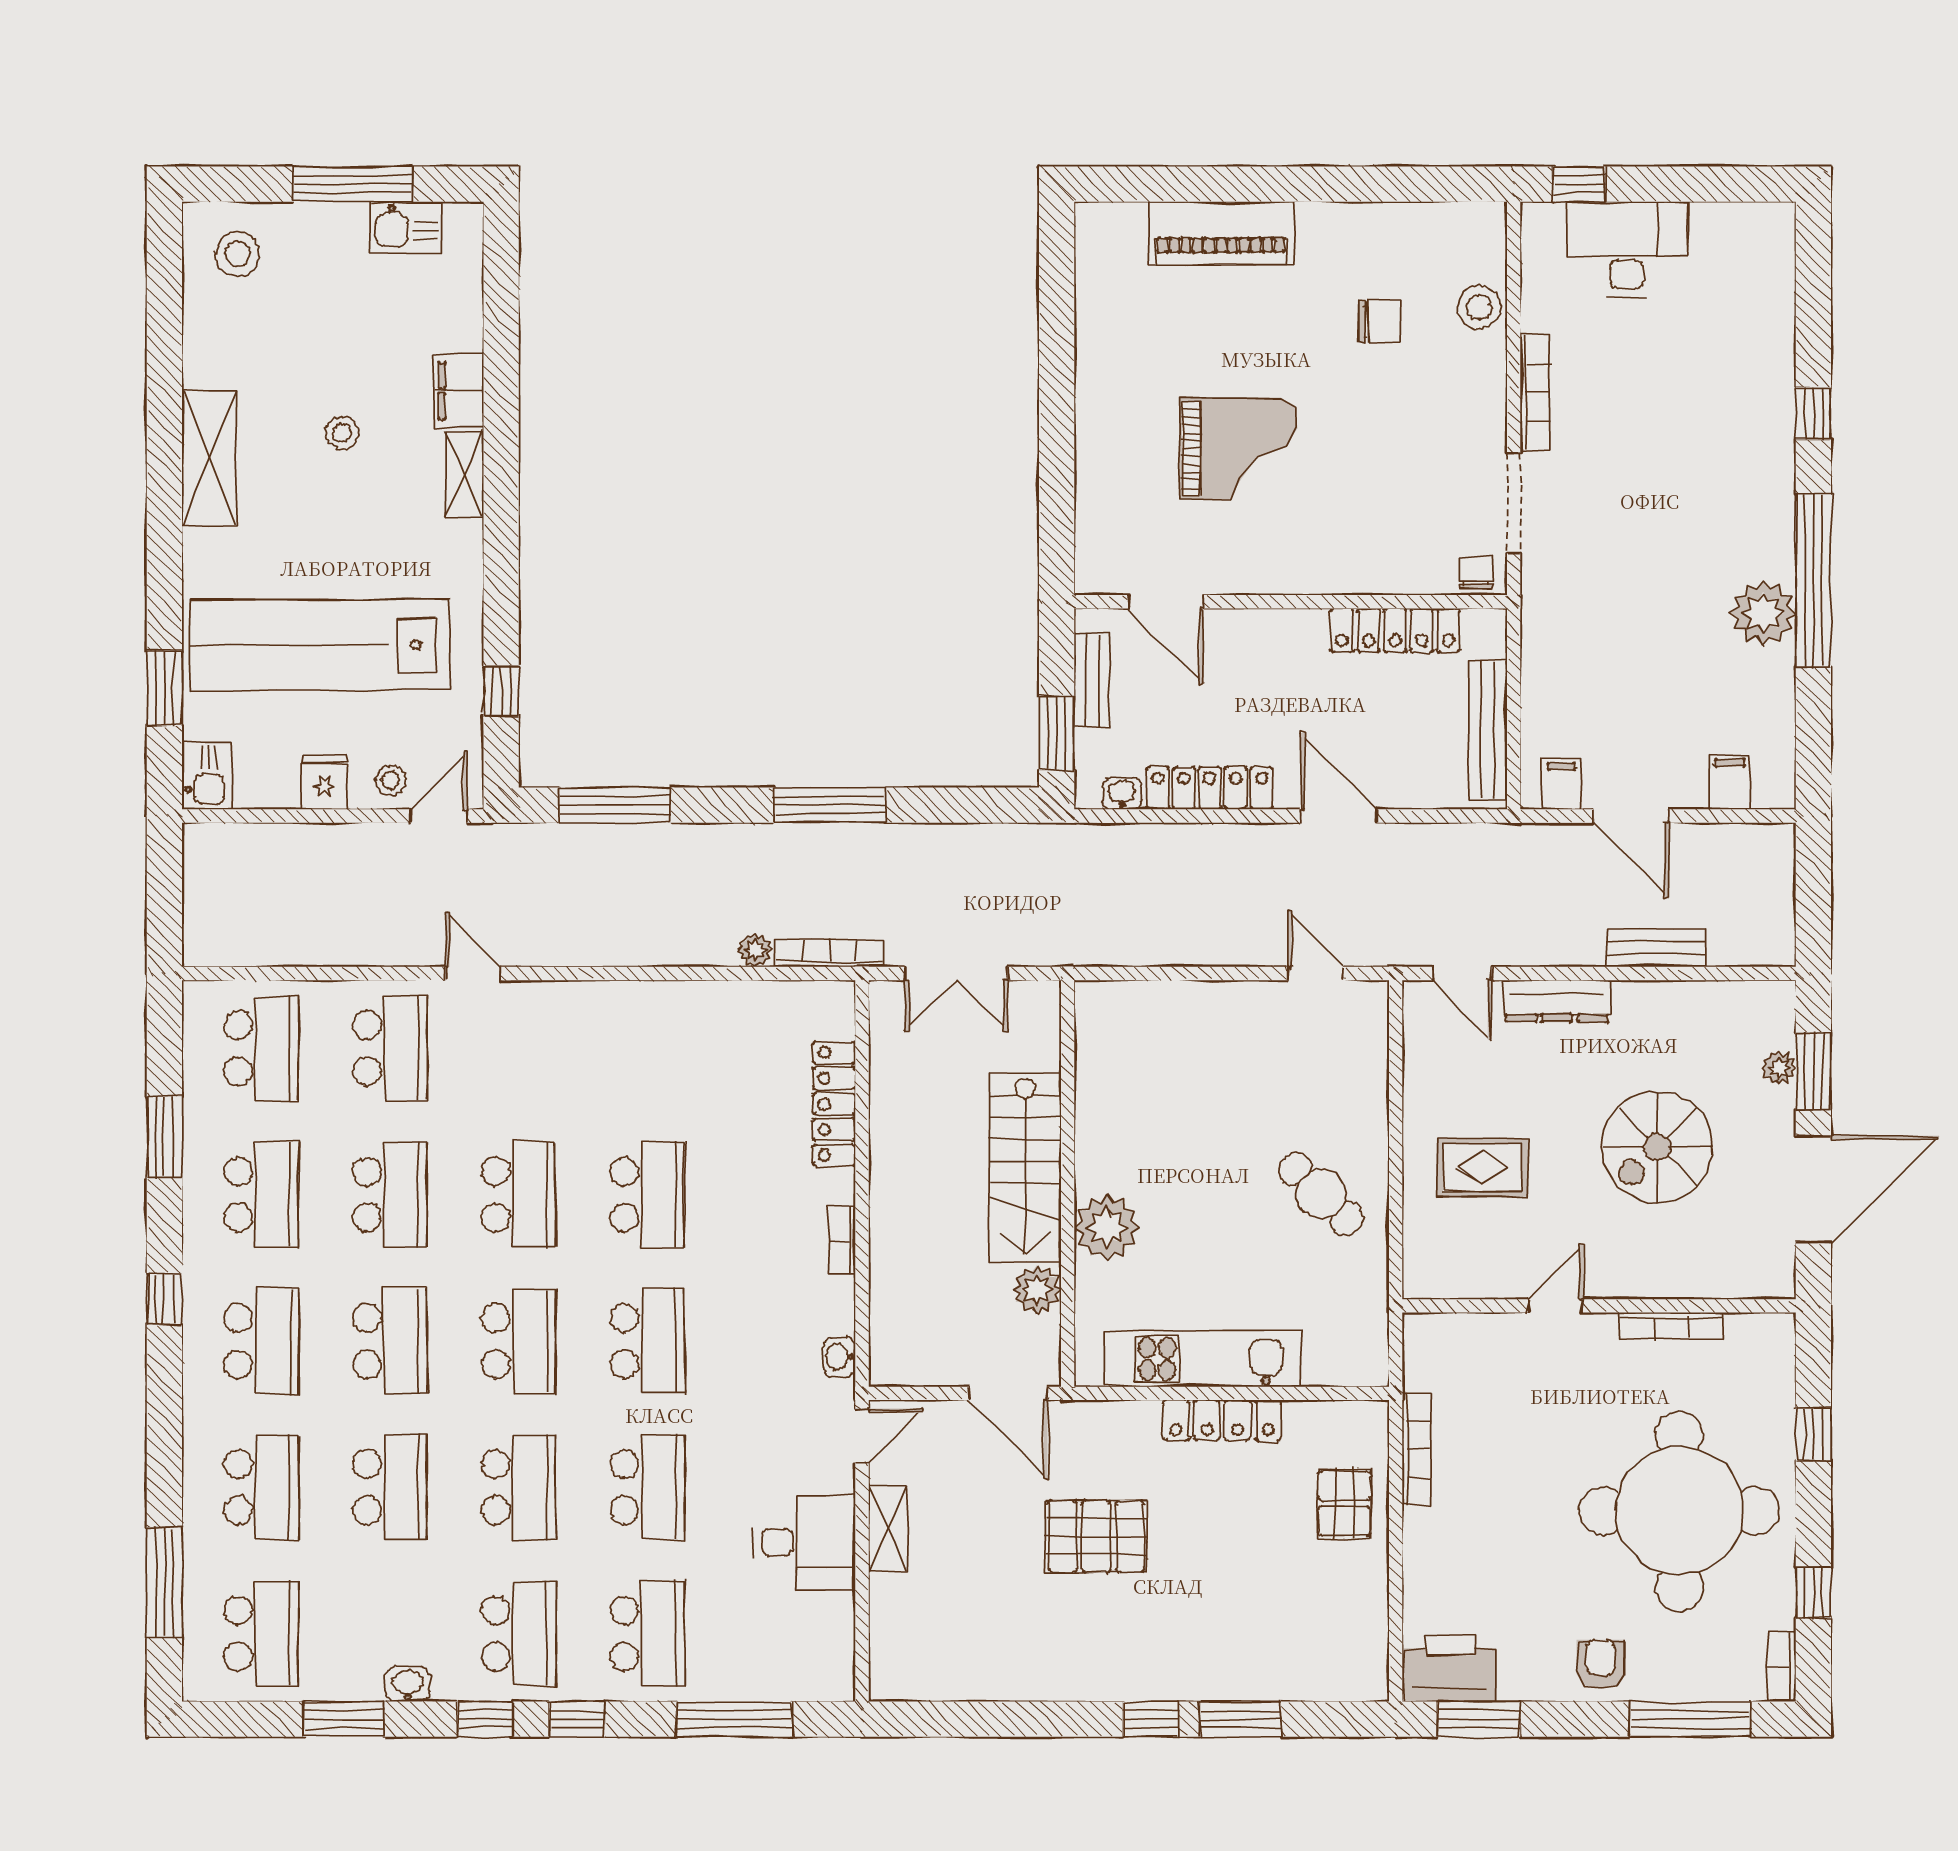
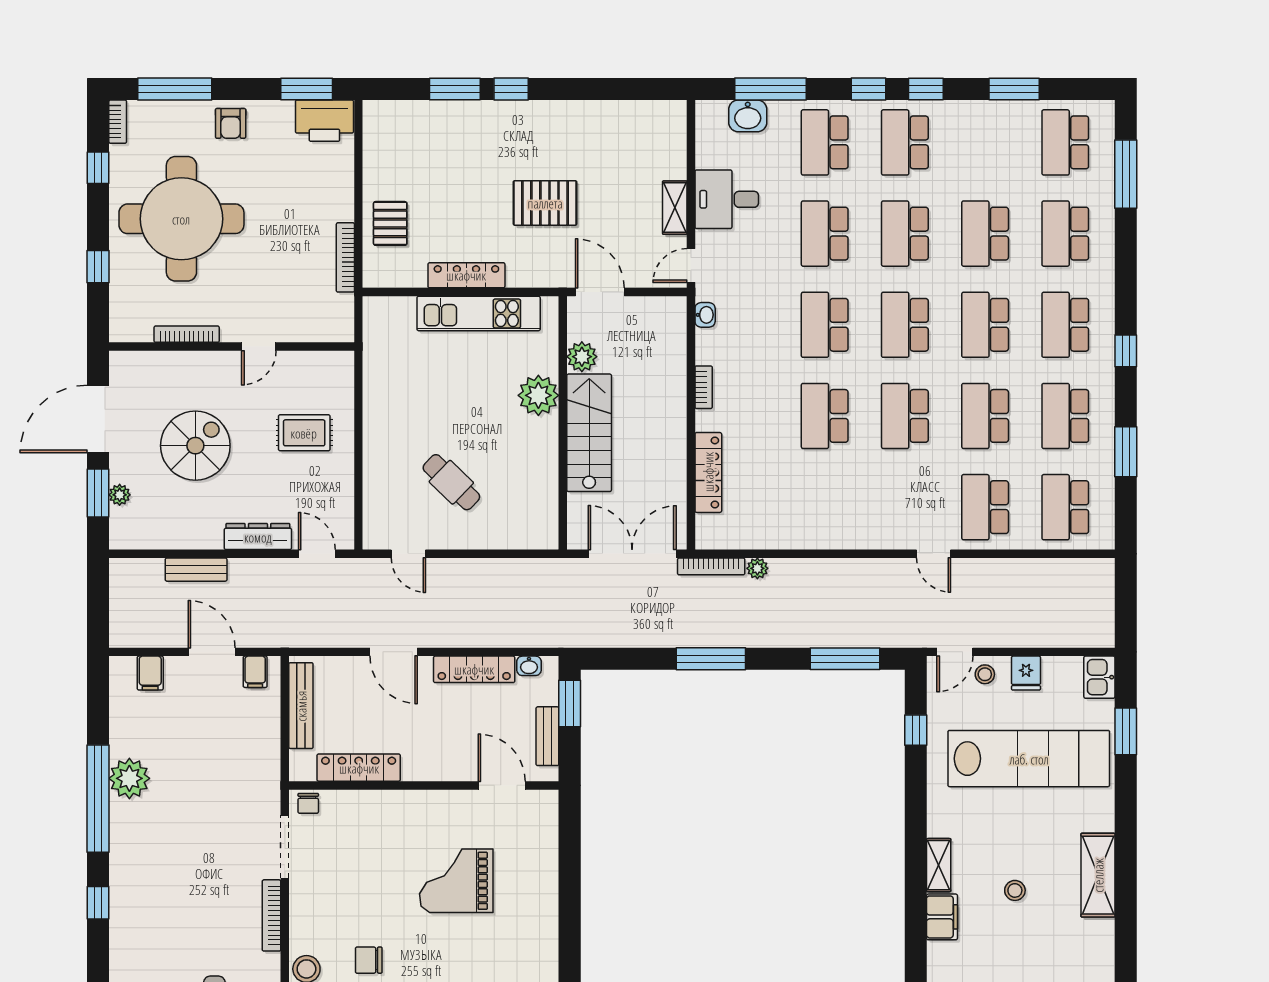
double door: (956, 973) -> (632, 554), width x1.37
cafe table: (1321, 1194) -> (451, 482), moved
washbasin: (408, 1684) -> (748, 116), moved, width x1.38, depth x1.45

